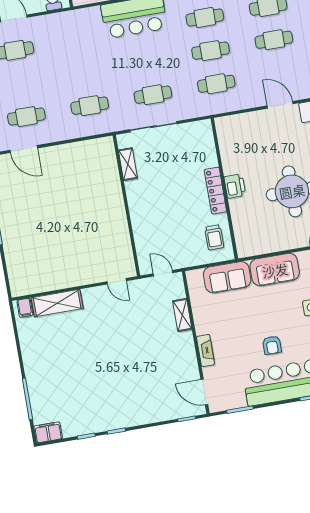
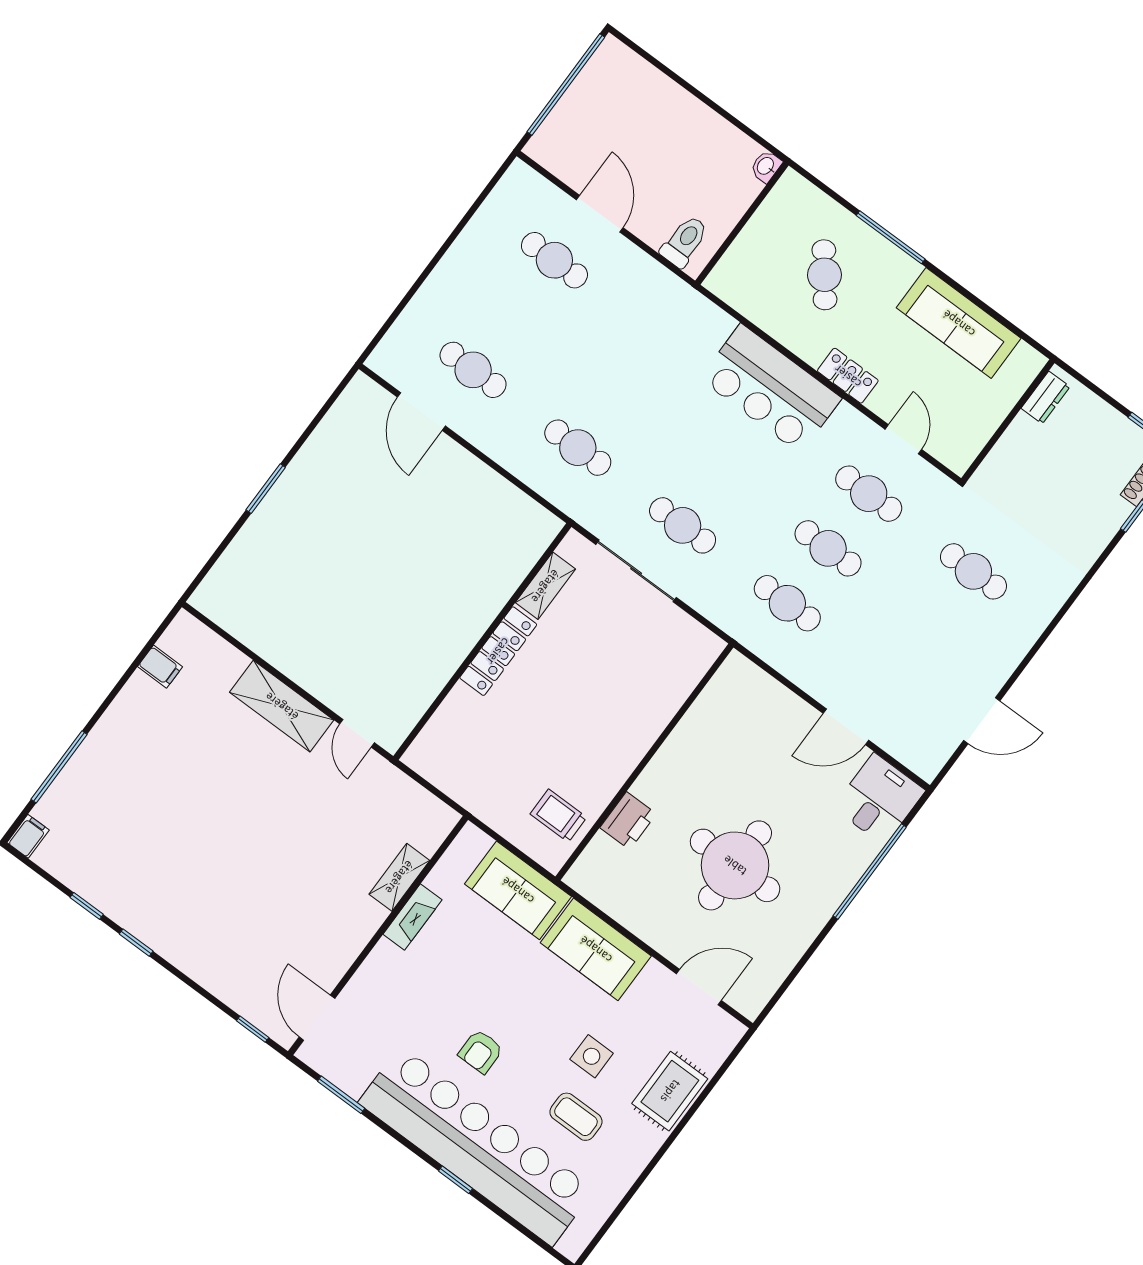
cafe table: (274, 40) -> (933, 626), removed
door: (280, 105) -> (846, 727), swing flipped
printer: (235, 186) -> (628, 821), moved
locker: (215, 191) -> (498, 651), moved, turned 180
trolley: (214, 237) -> (558, 816), turned 90
door: (163, 273) -> (434, 790), removed
shelving: (57, 303) -> (282, 706), moved
filing cabinet: (25, 308) -> (160, 667), moved, turned -90
fireplace: (205, 351) -> (412, 917), moved
filing cabinet: (48, 432) -> (28, 836), width x0.50

